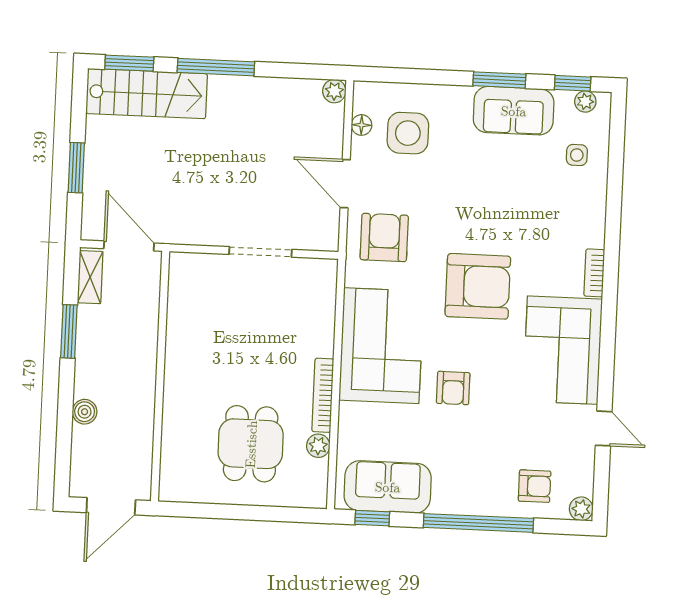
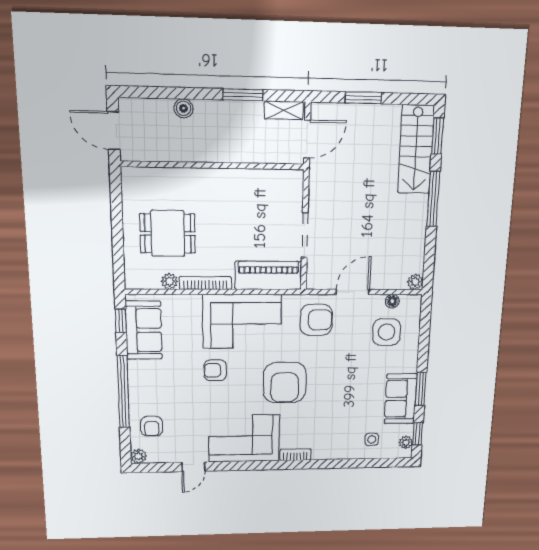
piano: (316, 305) -> (268, 275), added

